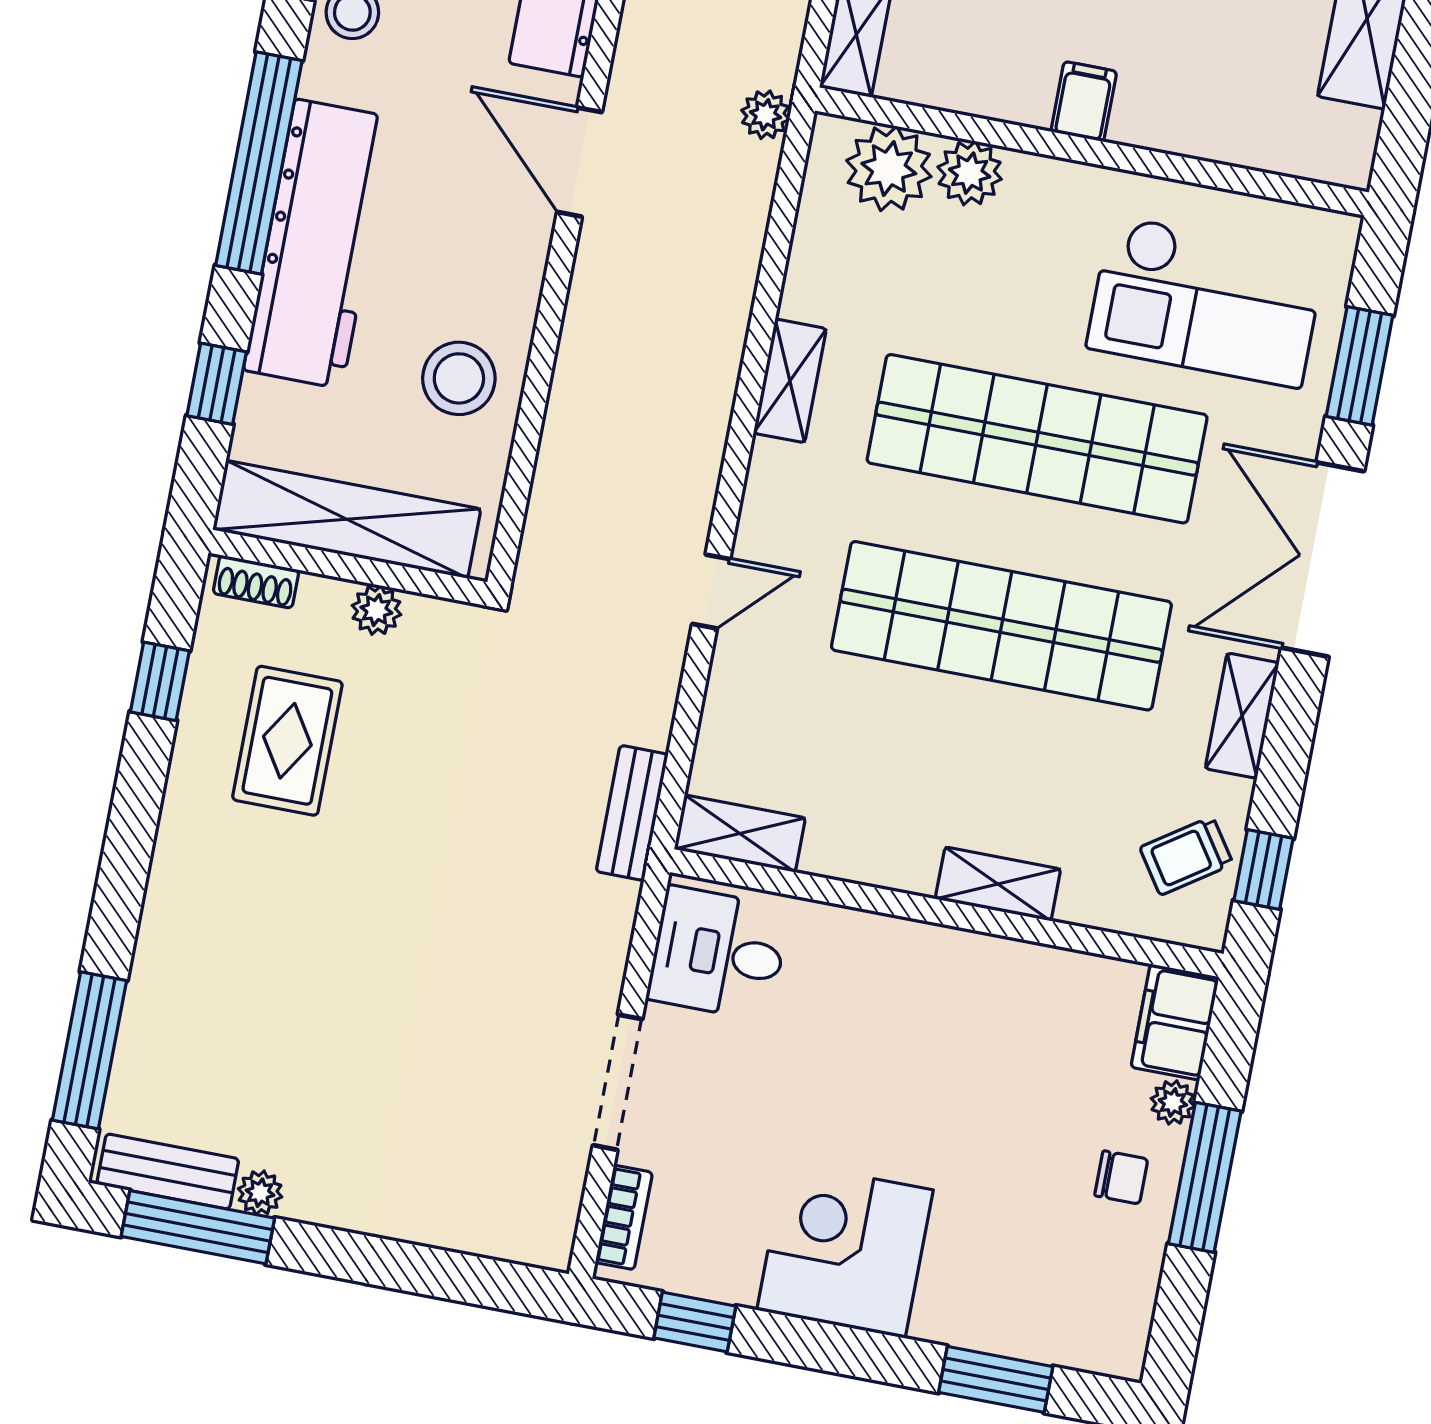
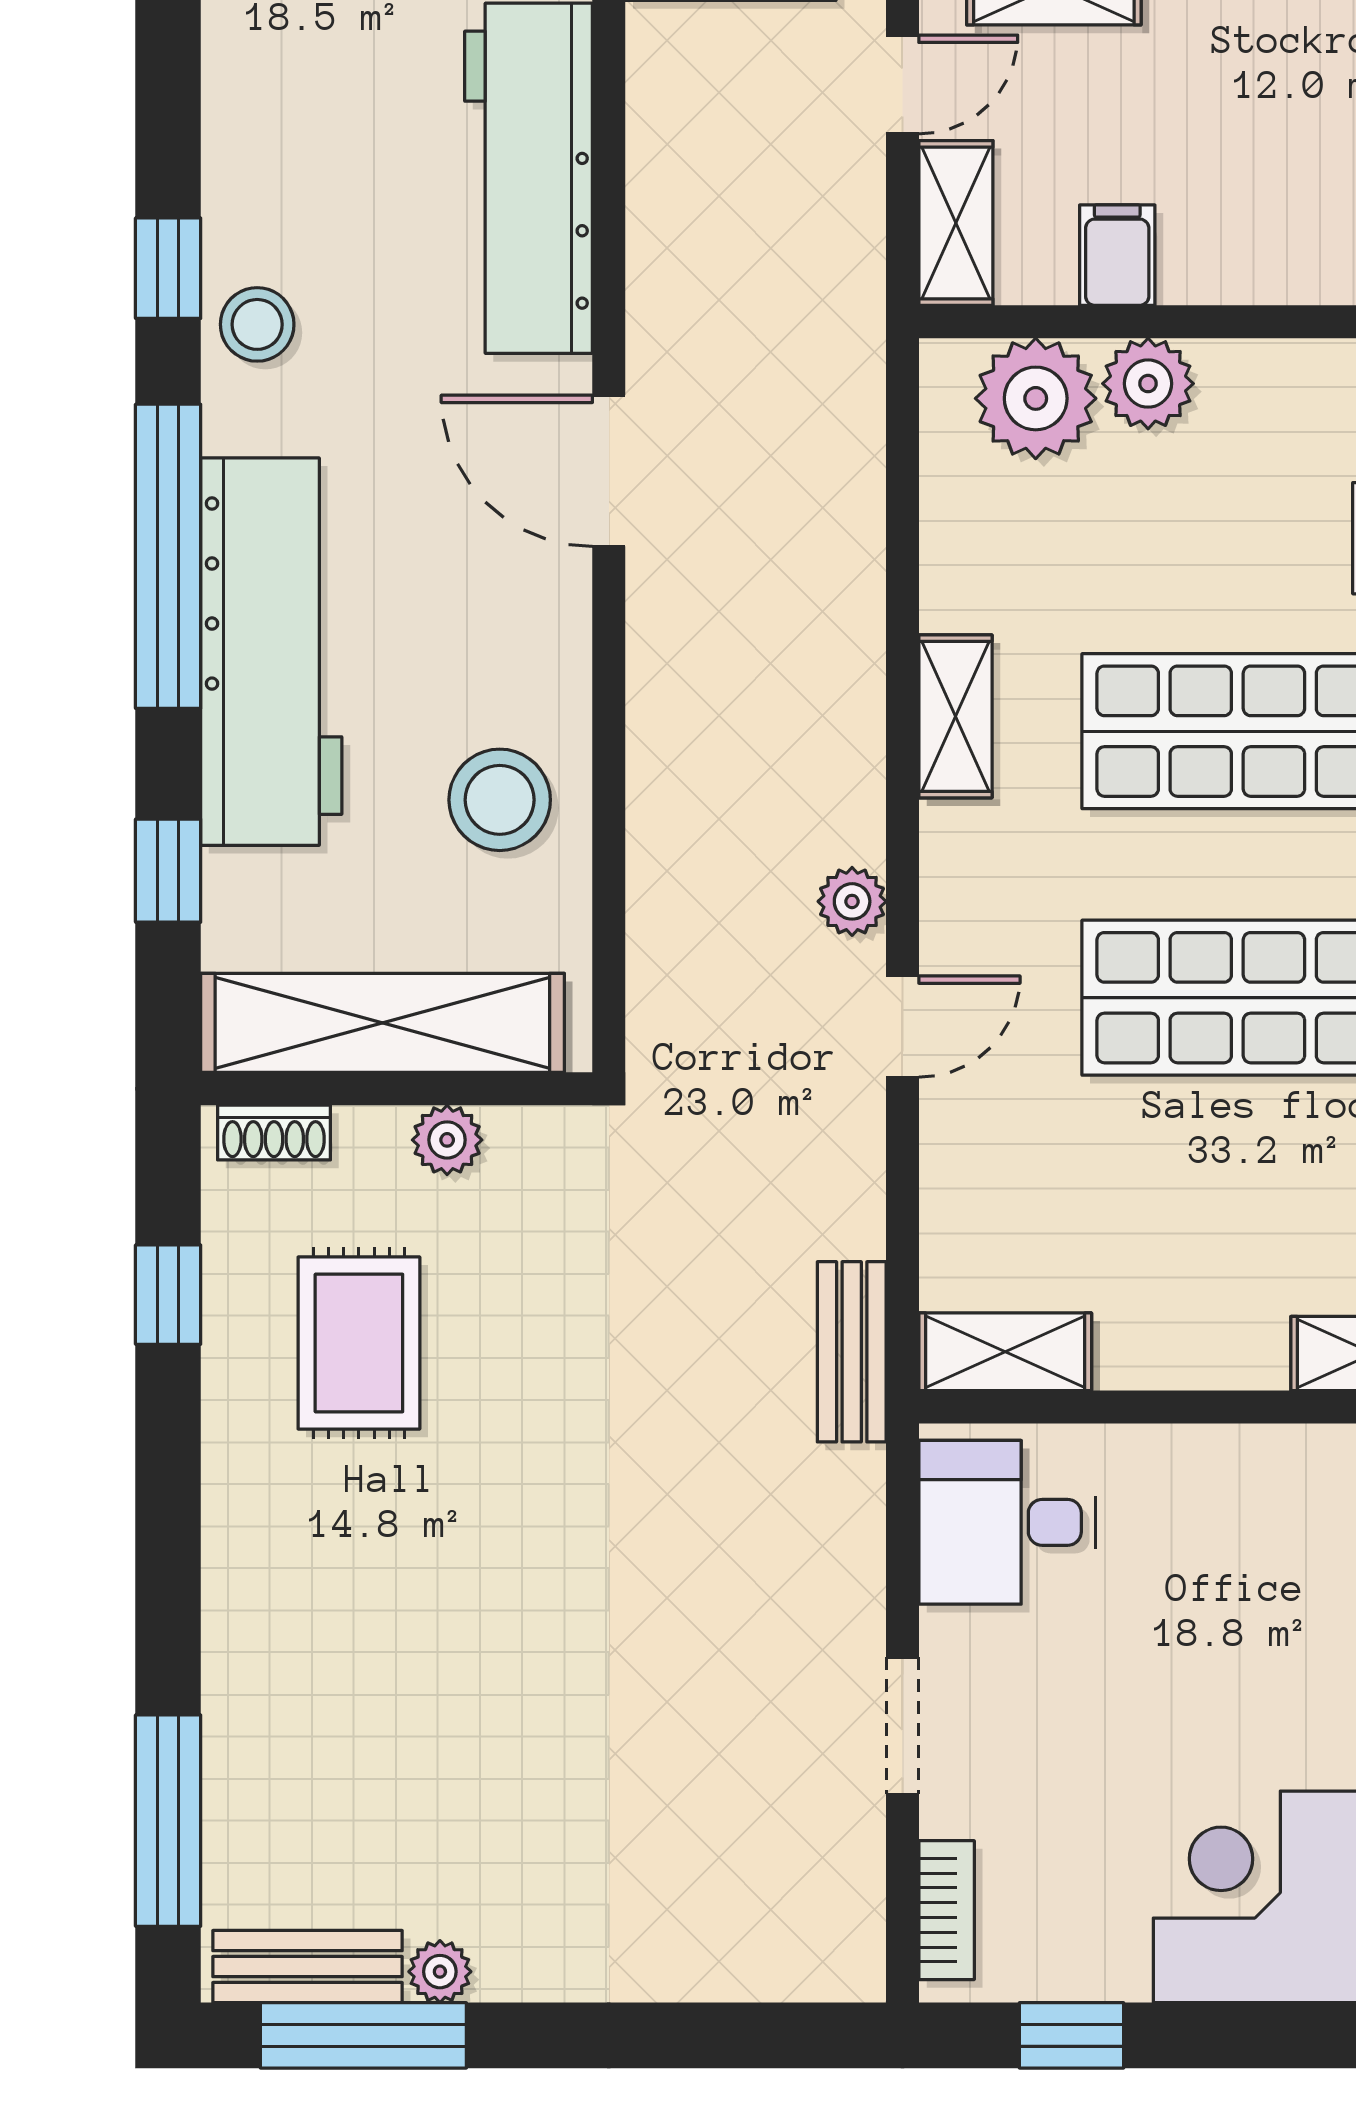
filing cabinet: (1084, 101) -> (1117, 255), moved
plant: (765, 115) -> (852, 901), moved
doorway: (618, 1082) -> (902, 1726), width x0.73

